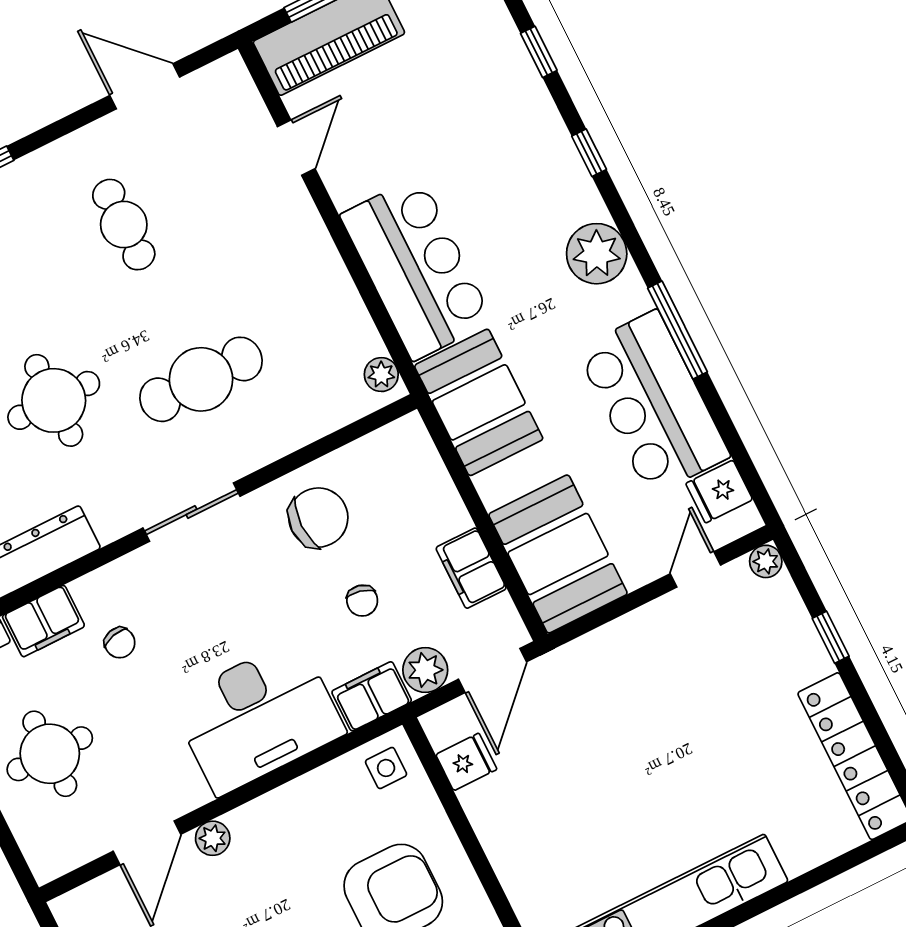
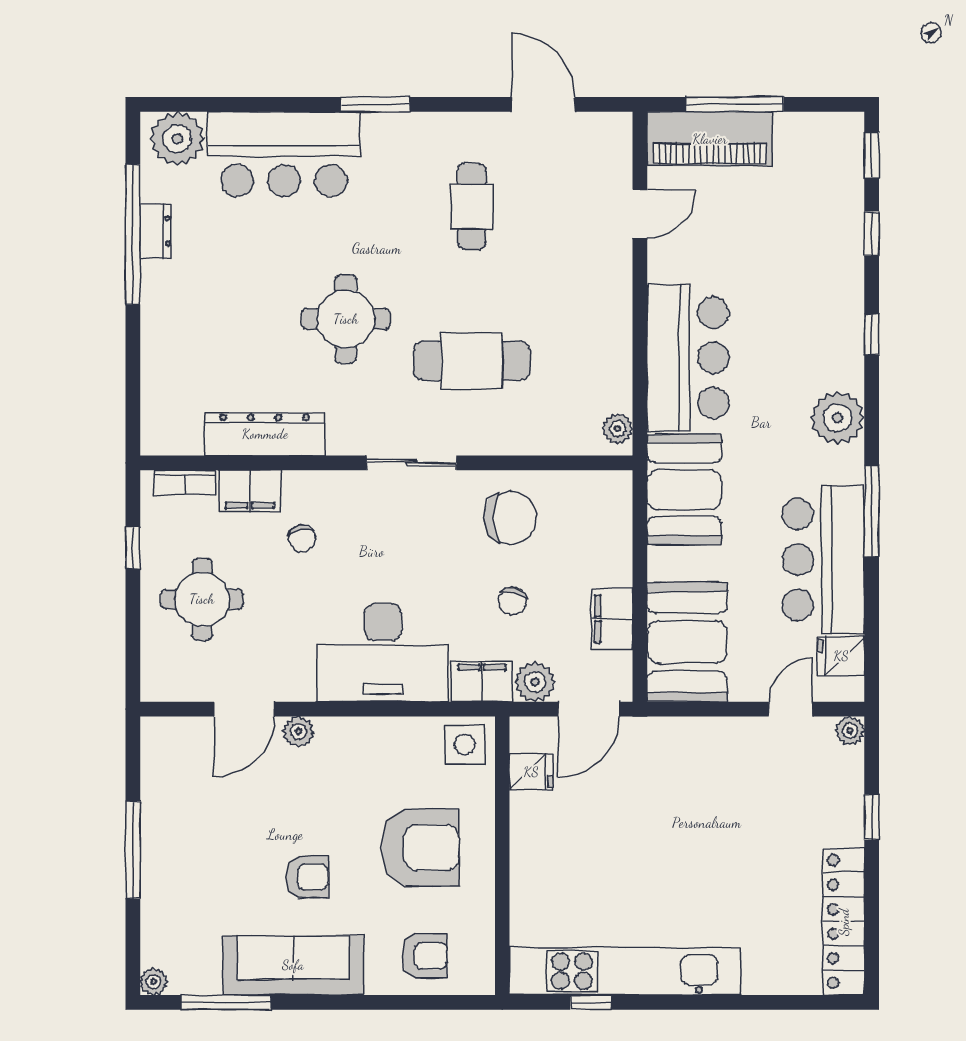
side table: (386, 768) -> (465, 744), width x1.37, depth x1.37

